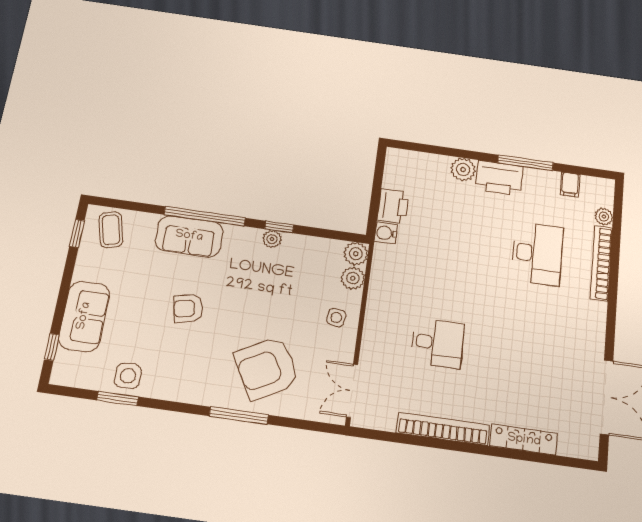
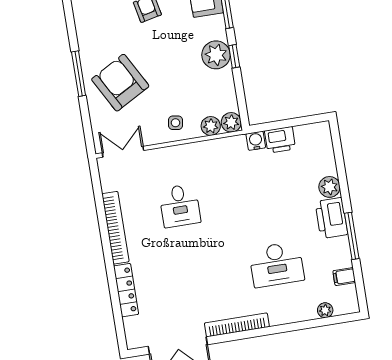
plant: (272, 239) -> (216, 55), width x1.87, depth x1.87
bookcase: (601, 263) -> (237, 325), moved

